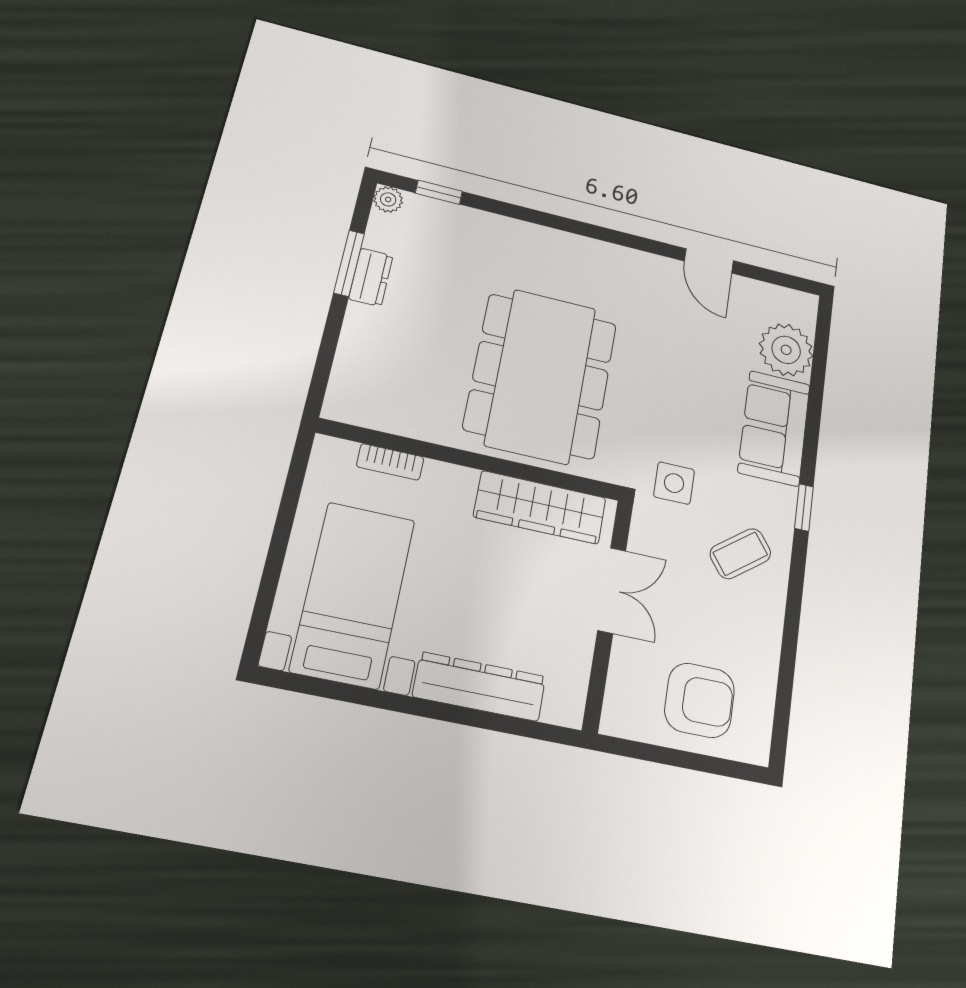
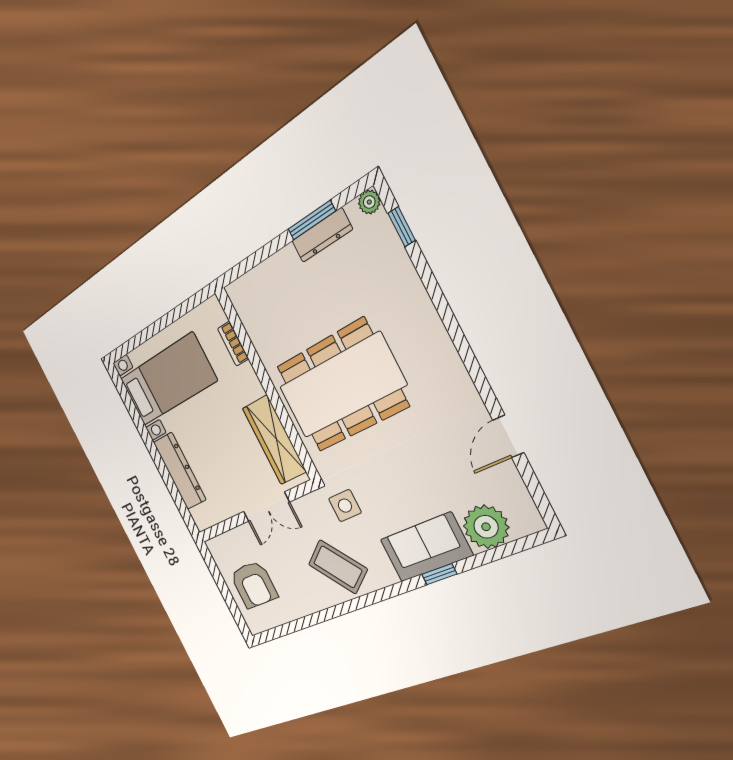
dresser: (371, 277) -> (322, 235), width x1.44
window: (804, 507) -> (439, 574), moved
coffee table: (740, 554) -> (338, 567), width x1.36, depth x1.30

